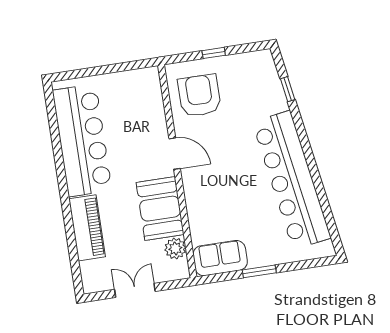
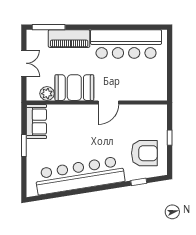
armchair: (199, 96) -> (144, 153), moved
window: (75, 261) -> (49, 27), added

